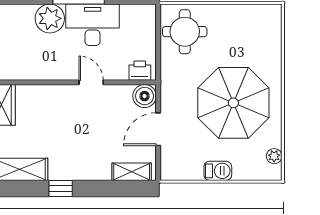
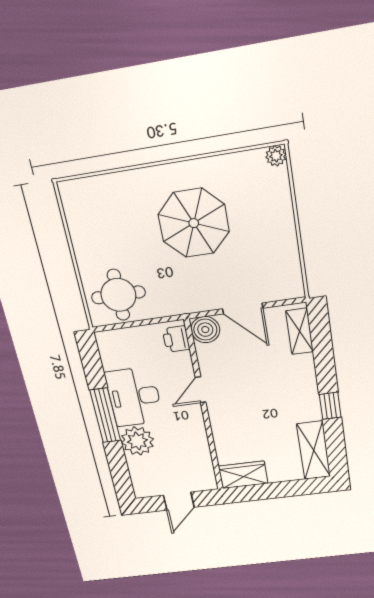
parasol: (233, 103) -> (194, 223), width x0.73, depth x0.73
plant: (274, 156) -> (276, 156), moved
barbecue: (218, 171) -> (284, 229), removed

